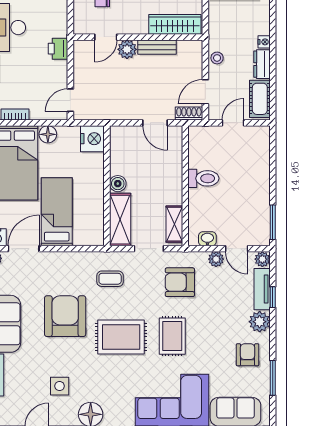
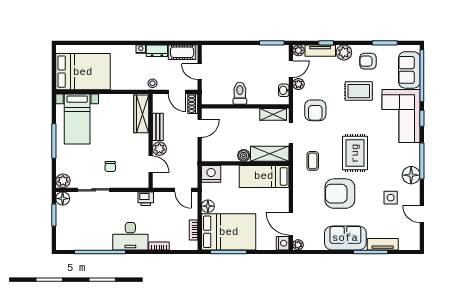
wardrobe: (175, 24) -> (141, 114), moved
door: (106, 37) -> (151, 164), moved
wall: (138, 37) -> (151, 141), moved
bench: (157, 47) -> (158, 127), moved
plant: (127, 49) -> (159, 149), moved
bed: (57, 212) -> (264, 176), moved
rug: (172, 336) -> (359, 91), moved

